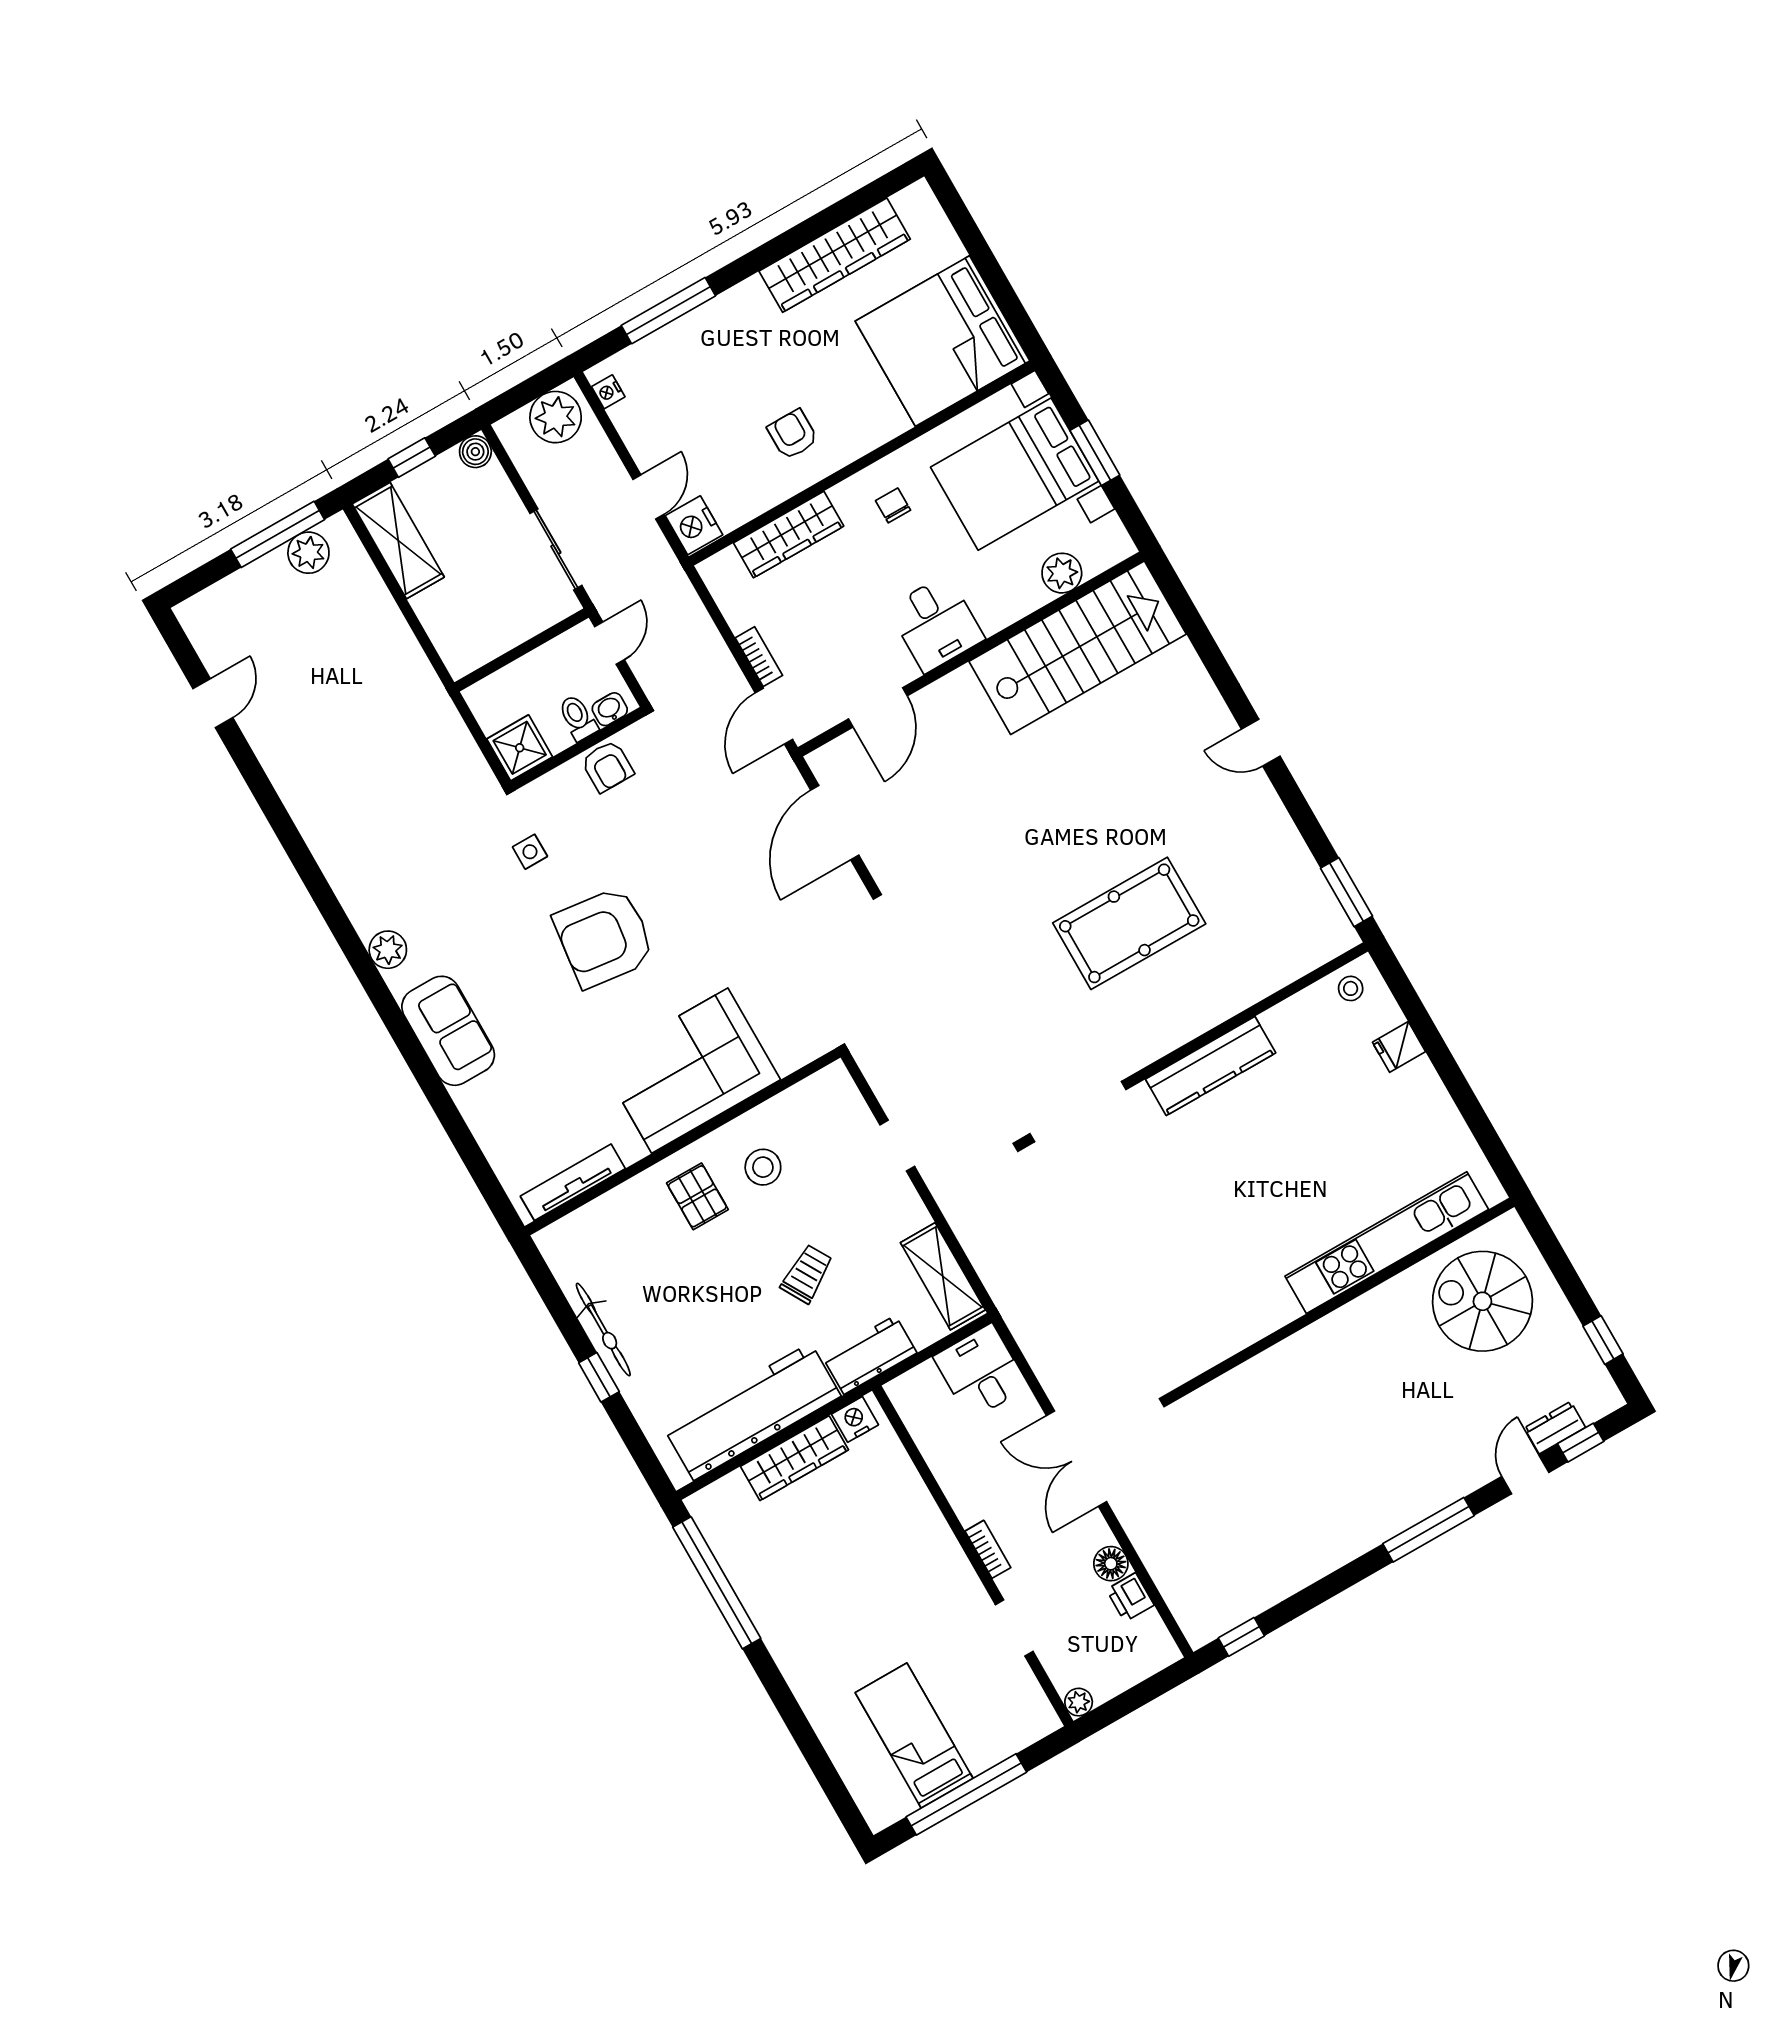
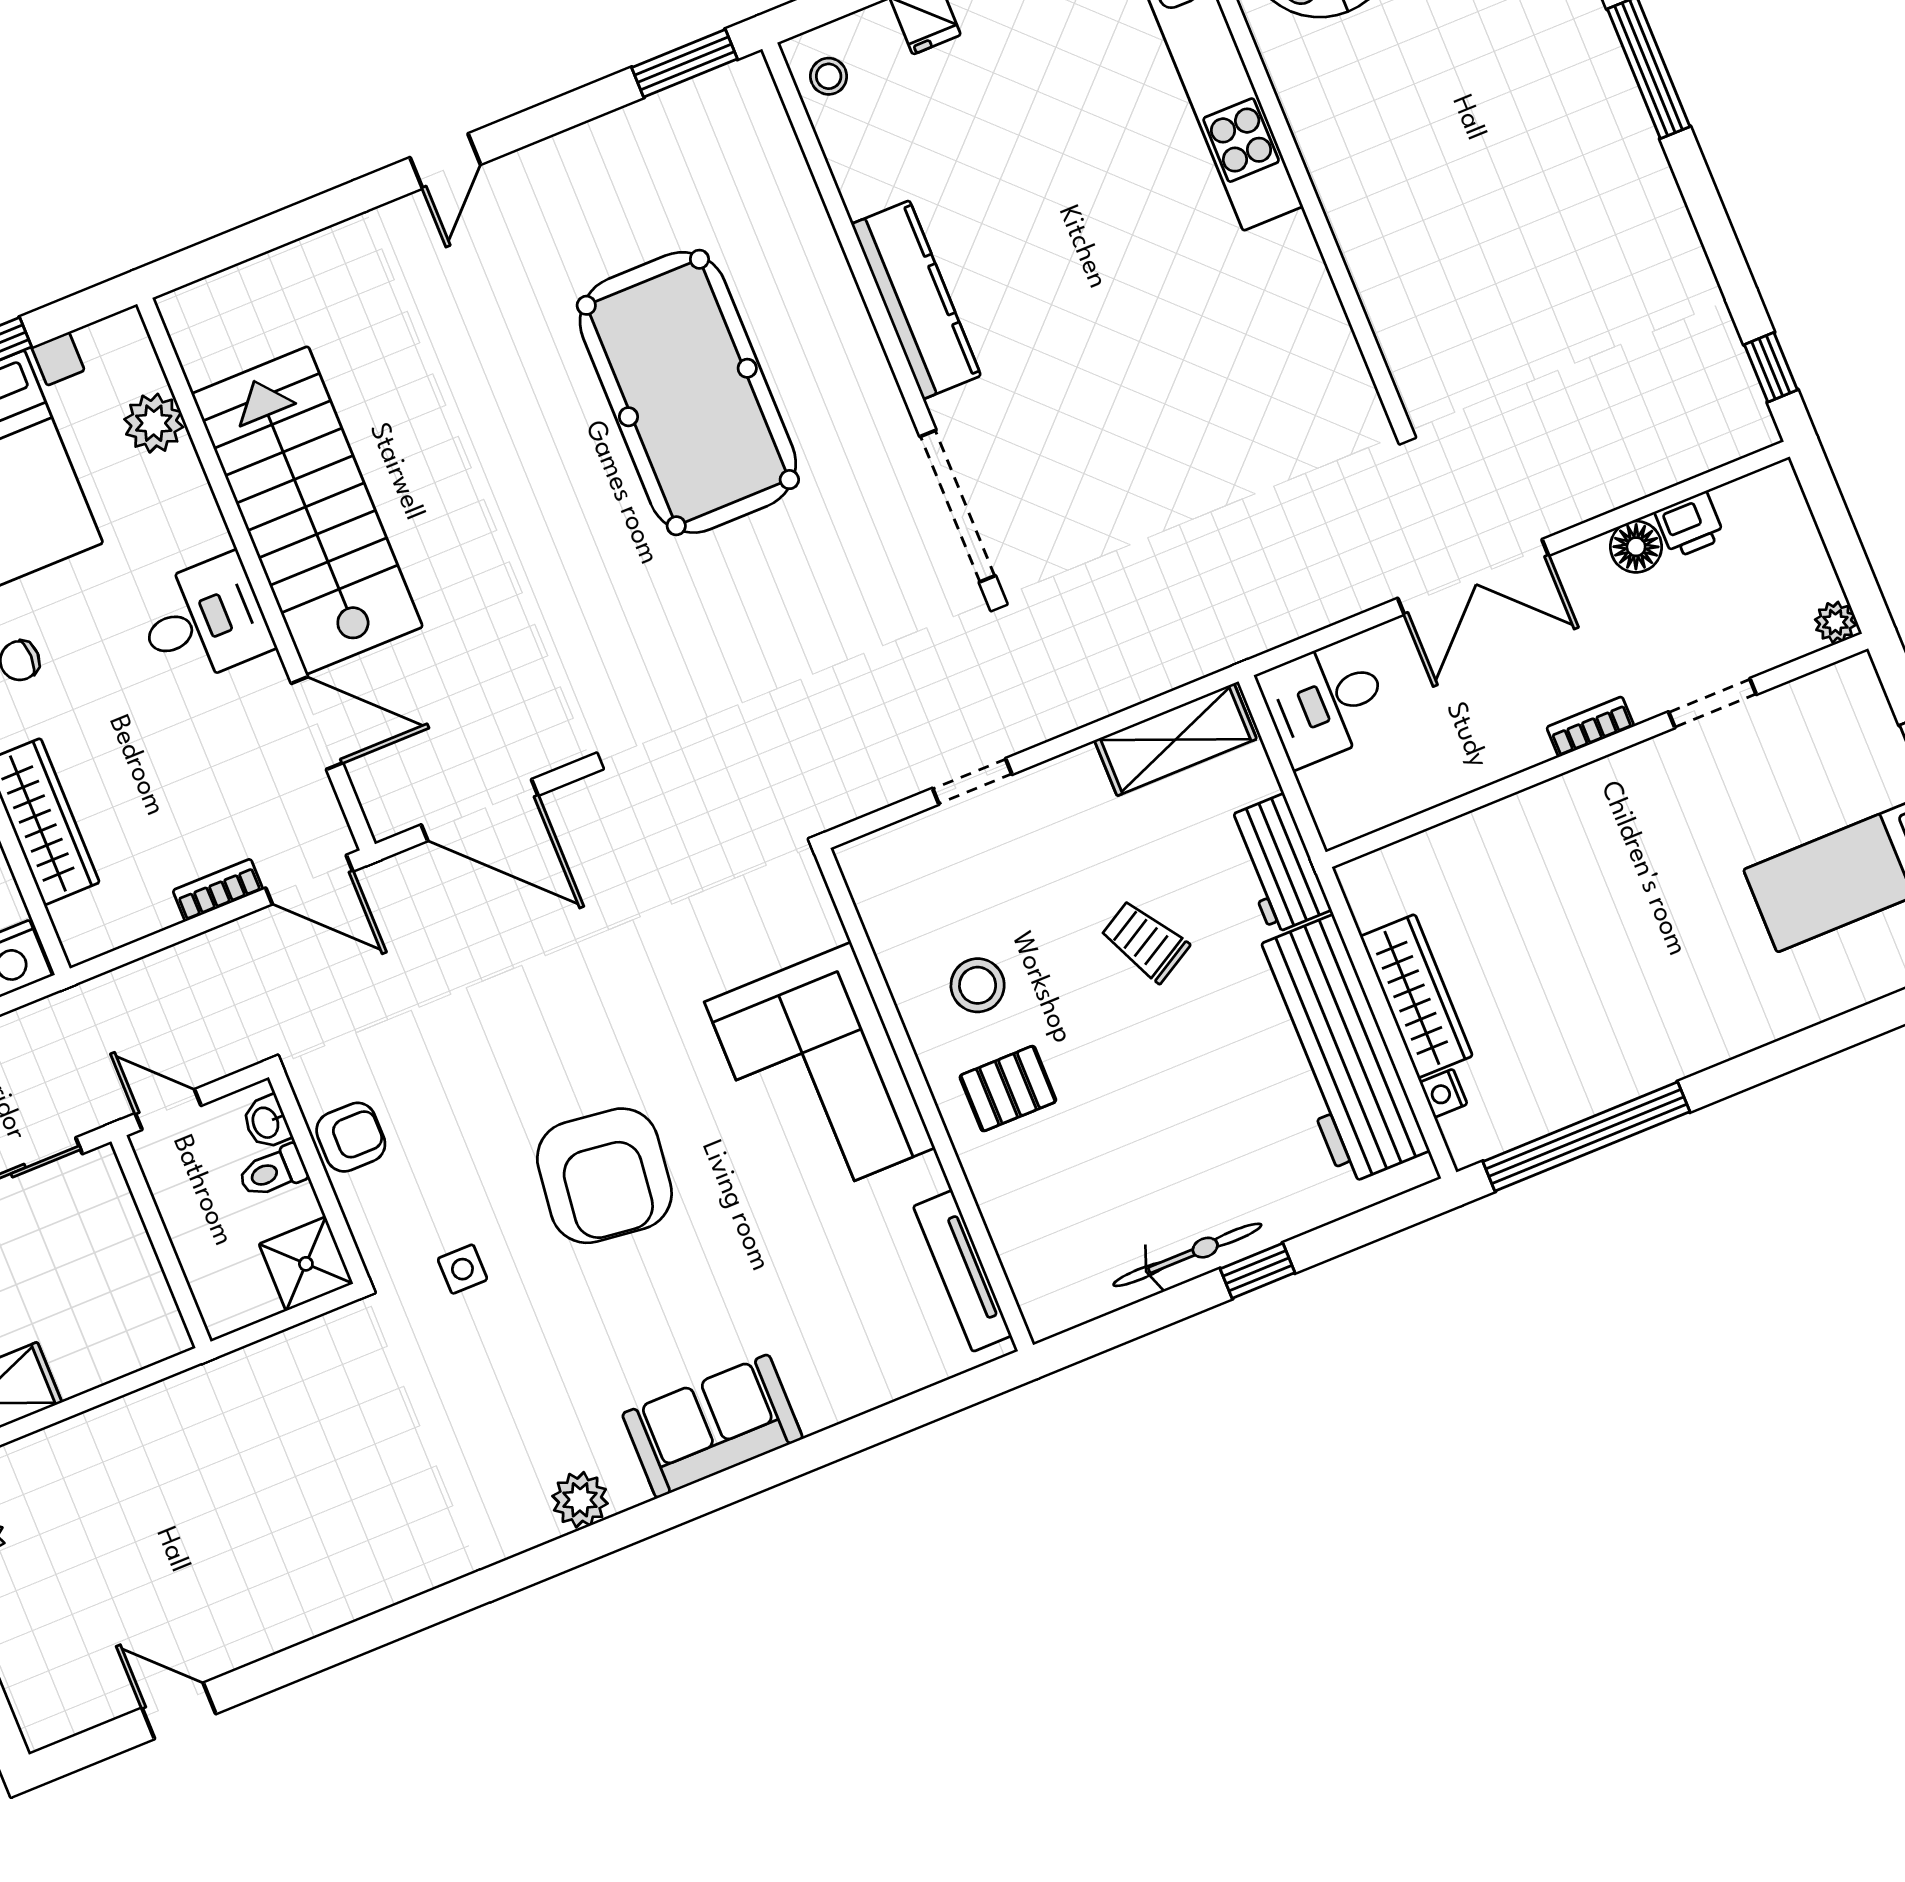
stairs: (1078, 648) -> (307, 510), moved
pool table: (1129, 923) -> (688, 392), width x1.36, depth x1.32
nightstand: (855, 1419) -> (1444, 1093), moved, width x0.72, depth x0.74

